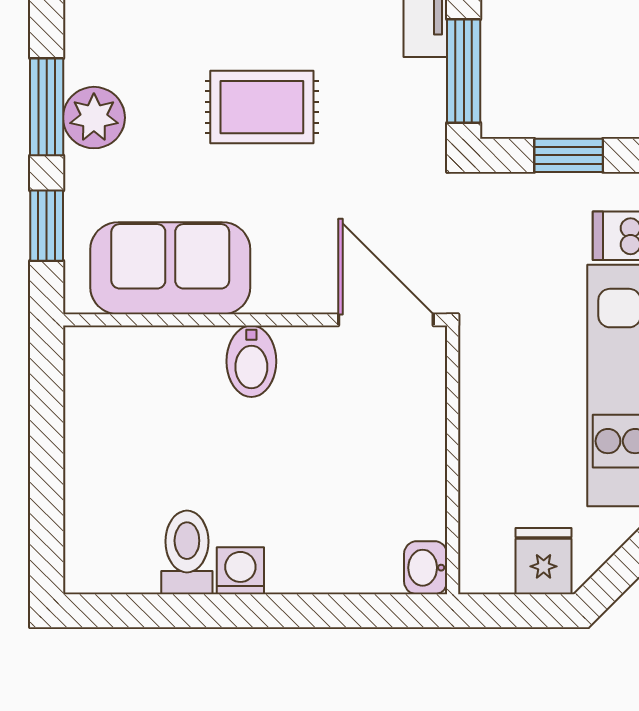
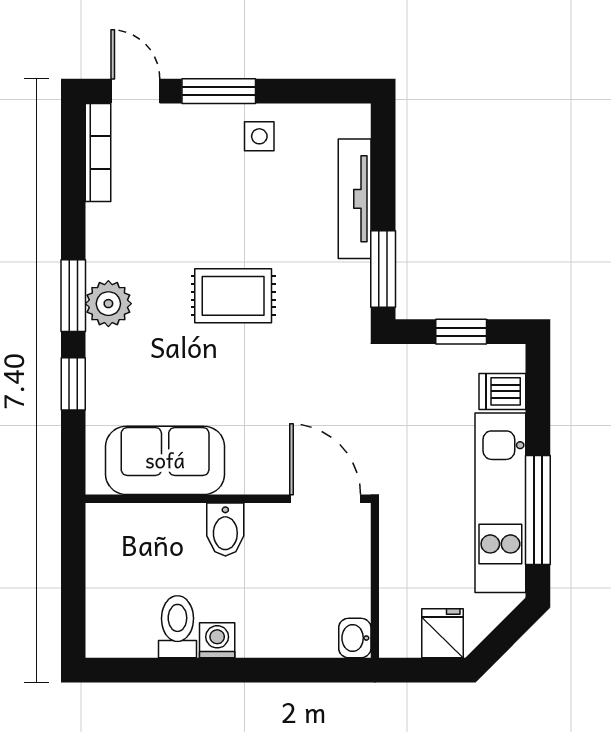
sofa: (170, 268) -> (165, 460), moved
wall: (255, 320) -> (228, 499), moved
door: (386, 320) -> (325, 499), moved
bidet: (251, 361) -> (225, 529), moved

